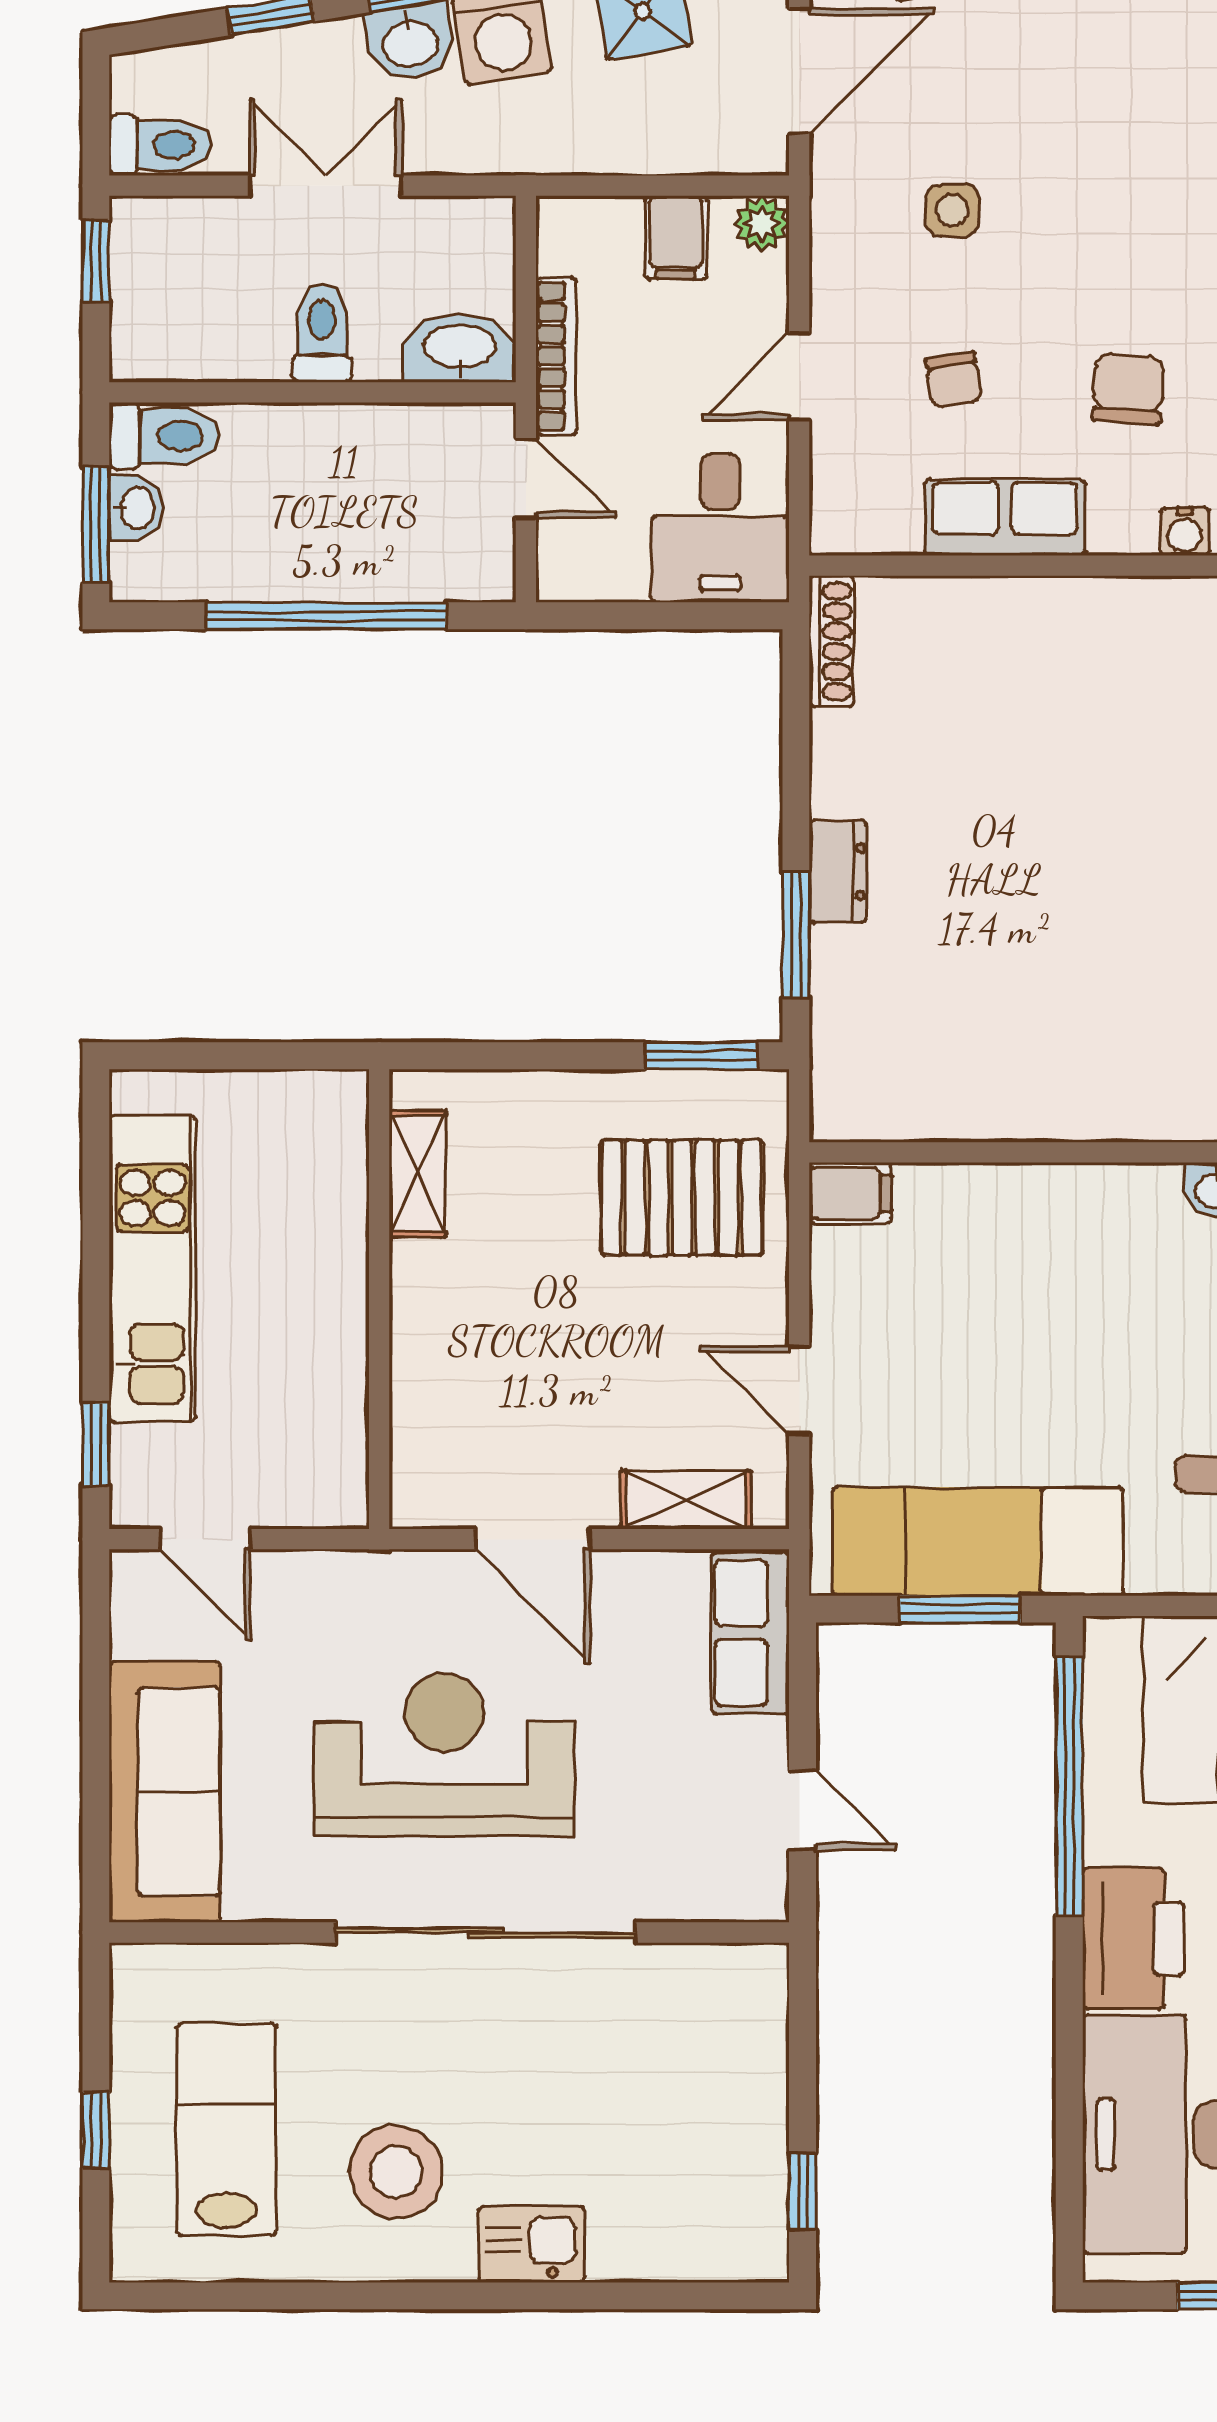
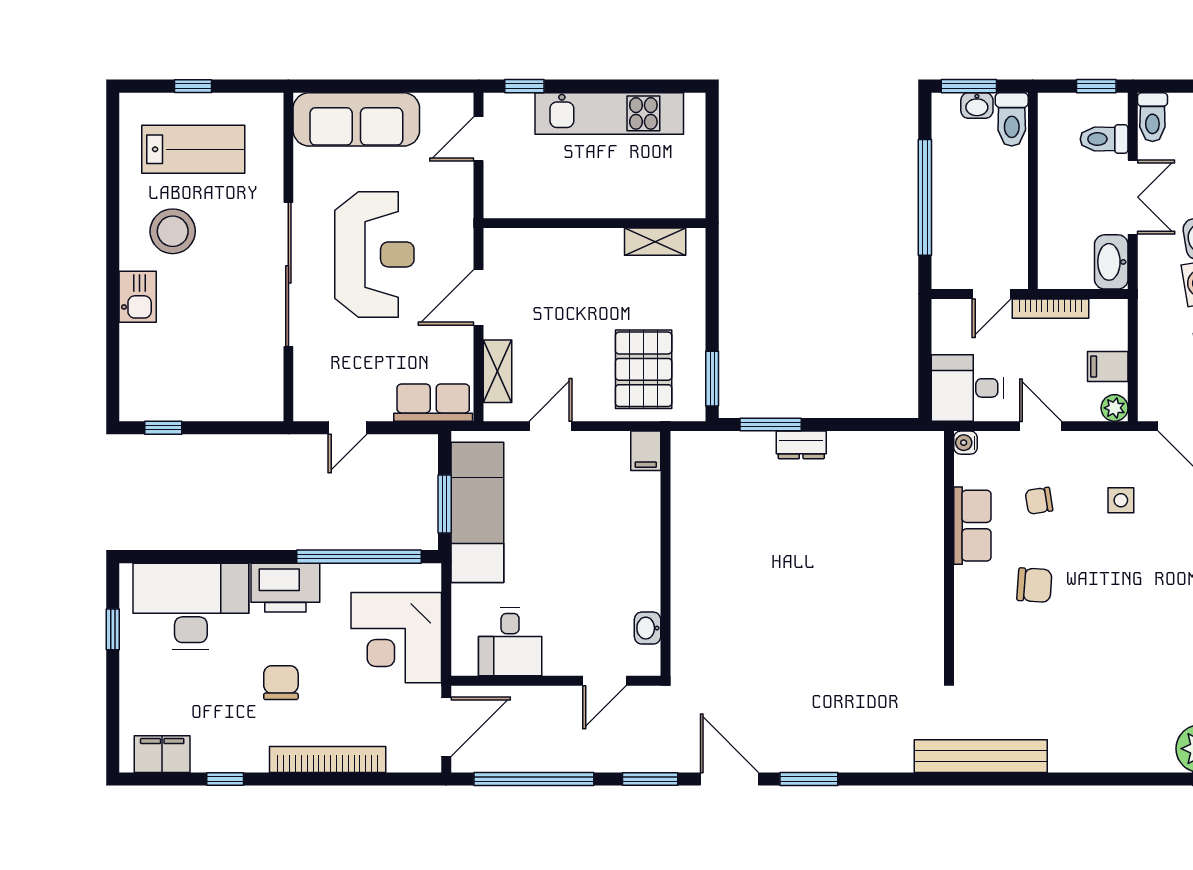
toilet: (322, 333) -> (1104, 139), moved, turned 180
washbasin: (460, 348) -> (1111, 262), moved, turned 180
water cooler: (1185, 532) -> (966, 443), moved
shoe rack: (832, 641) -> (912, 442), removed

